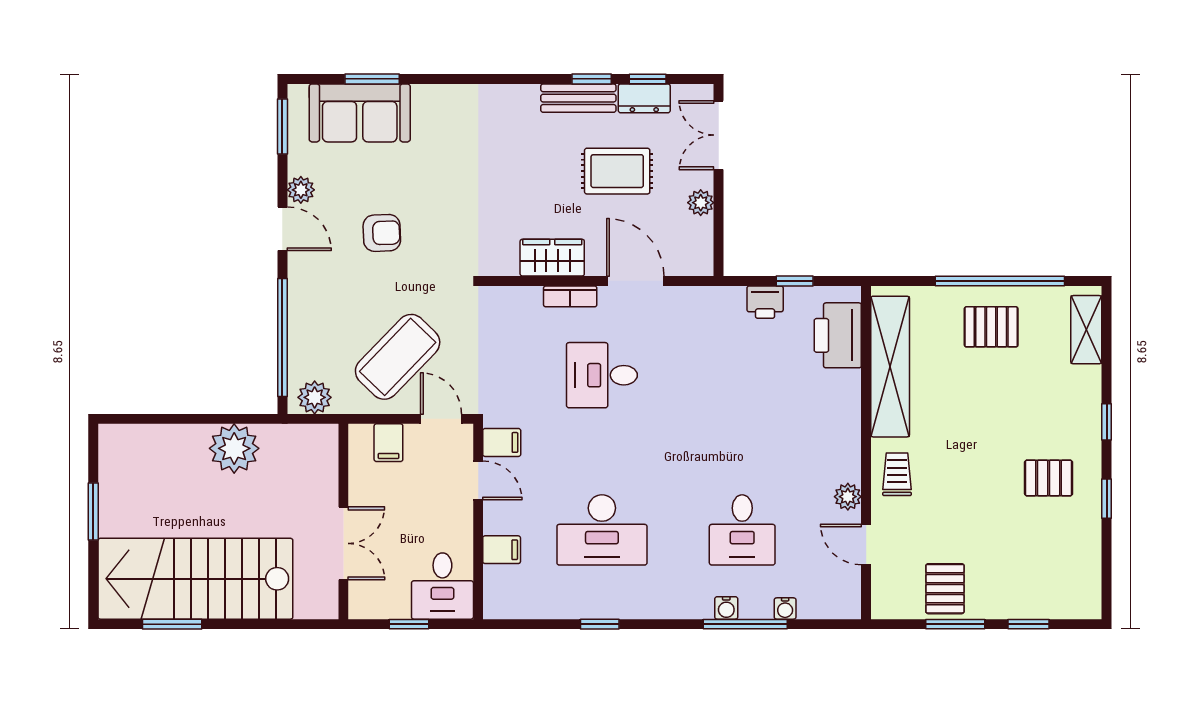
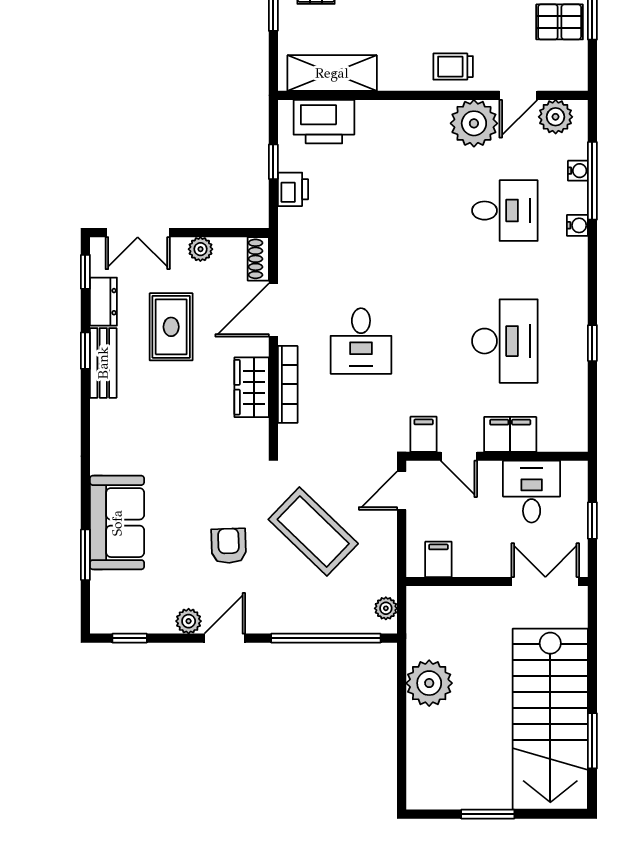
window: (648, 79) -> (85, 272), moved
sofa: (360, 113) -> (117, 523), moved
window: (282, 126) -> (130, 638), width x0.67
shoe rack: (690, 265) -> (258, 259), added
bookcase: (570, 296) -> (288, 384), width x1.56
coffee table: (398, 357) -> (313, 532), moved
shelving: (890, 367) -> (332, 73), width x0.68
plant: (315, 397) -> (386, 608), width x0.73, depth x0.73
filing cabinet: (388, 443) -> (438, 559), moved, turned -90
door: (478, 480) -> (459, 456), swing flipped
plant: (848, 497) -> (474, 123), width x1.87, depth x1.87
double door: (343, 543) -> (545, 581), moved
filing cabinet: (502, 550) -> (510, 434), width x2.00
plant: (843, 584) -> (556, 117), added
desk: (442, 586) -> (532, 492), moved, turned -90
window: (745, 624) -> (592, 181), moved

